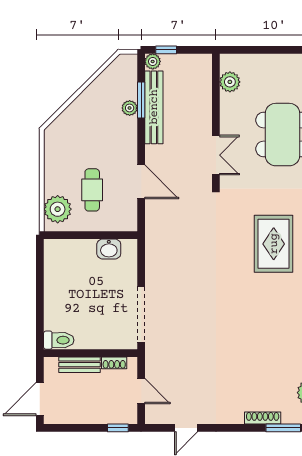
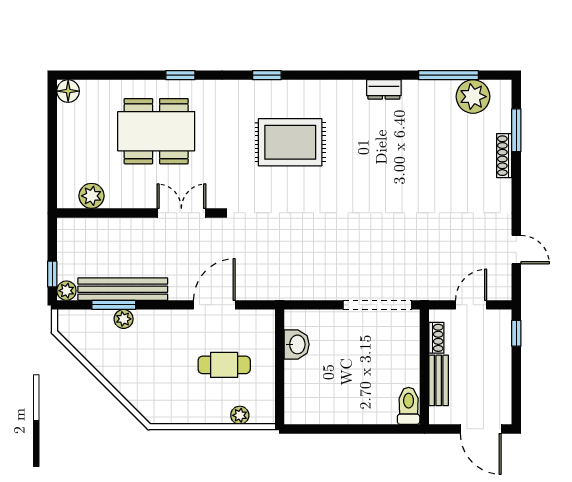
plant: (58, 209) -> (240, 415), width x0.53, depth x0.53

